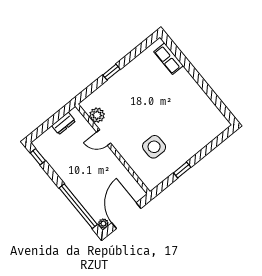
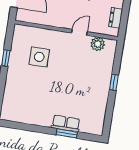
row of seats: (169, 59) -> (66, 124), moved
window: (187, 65) -> (67, 133), added

